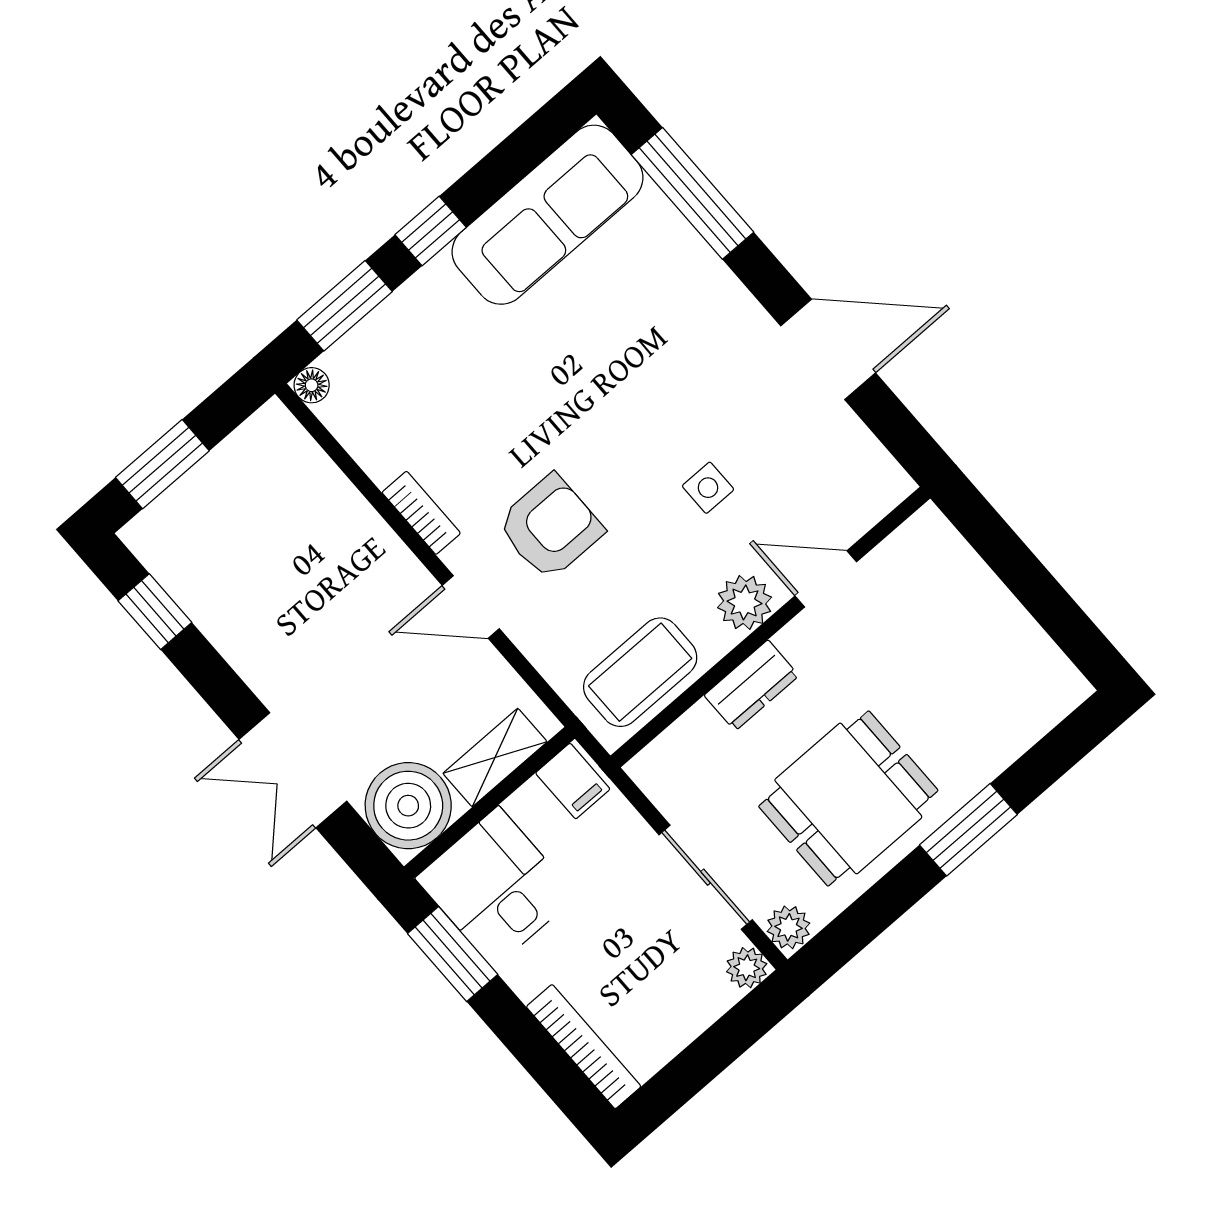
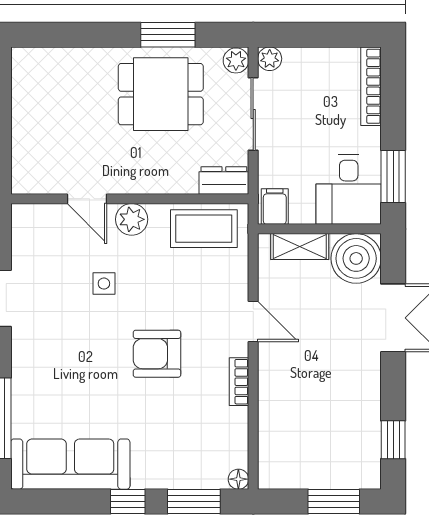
armchair: (550, 527) -> (157, 354), moved
dresser: (752, 685) -> (224, 180), moved
window: (968, 830) -> (168, 35), moved

